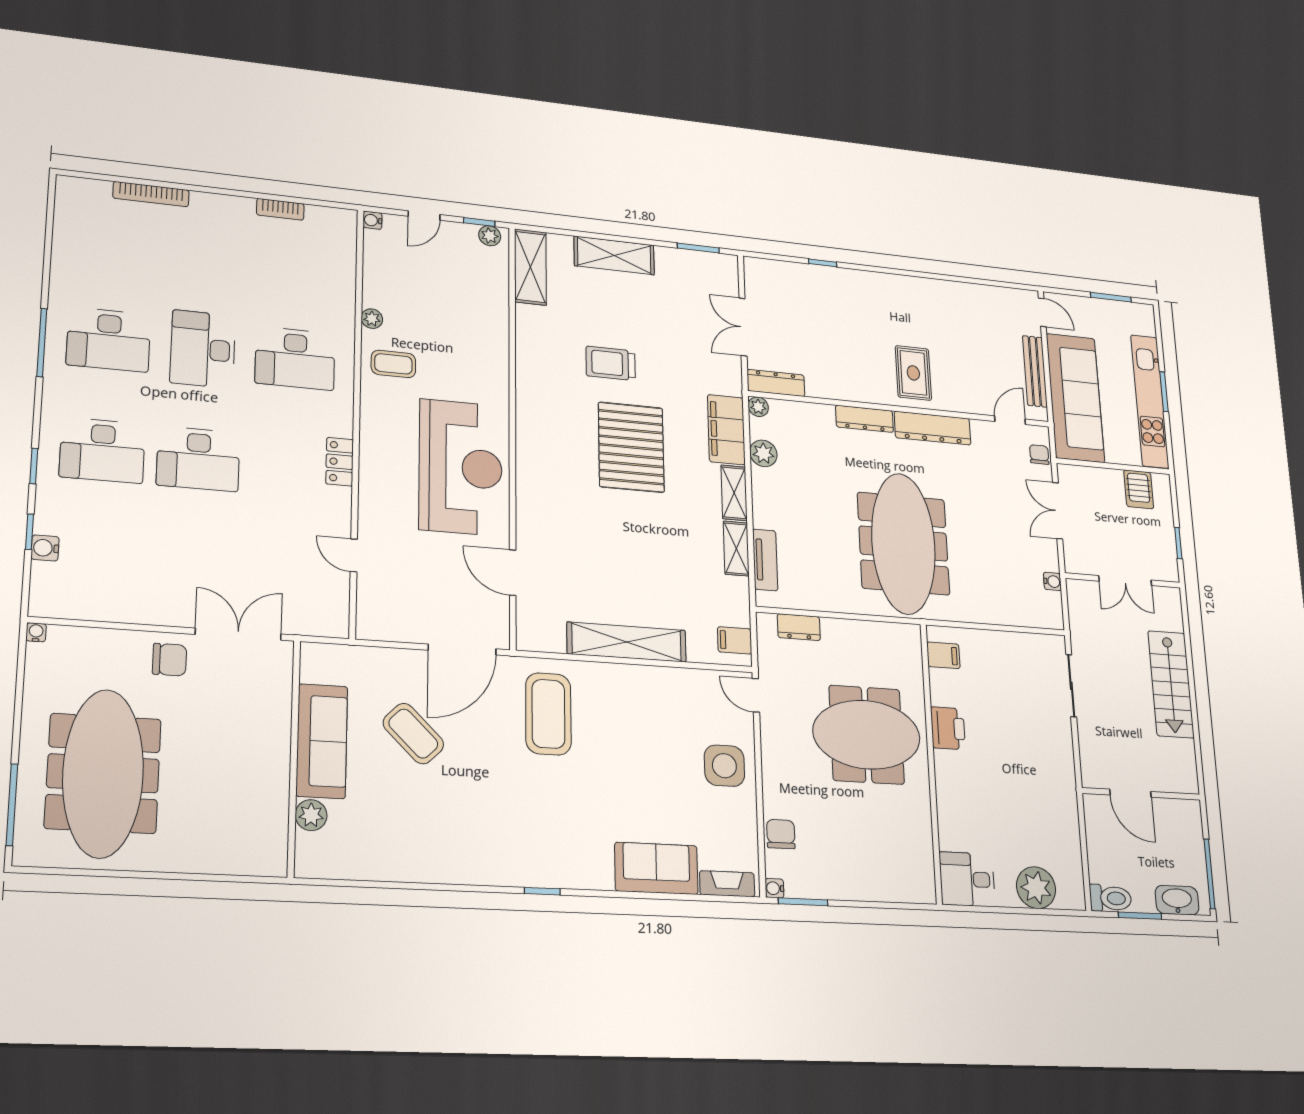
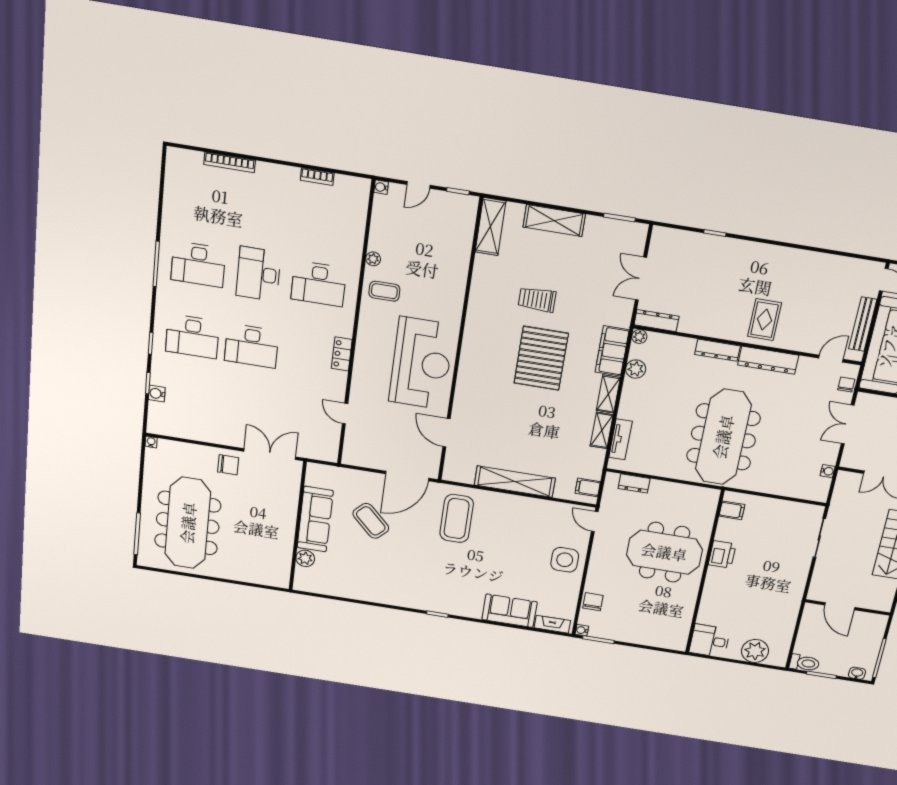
plant: (490, 236) -> (464, 202), removed
washbasin: (1177, 900) -> (857, 673), width x0.52, depth x0.69

